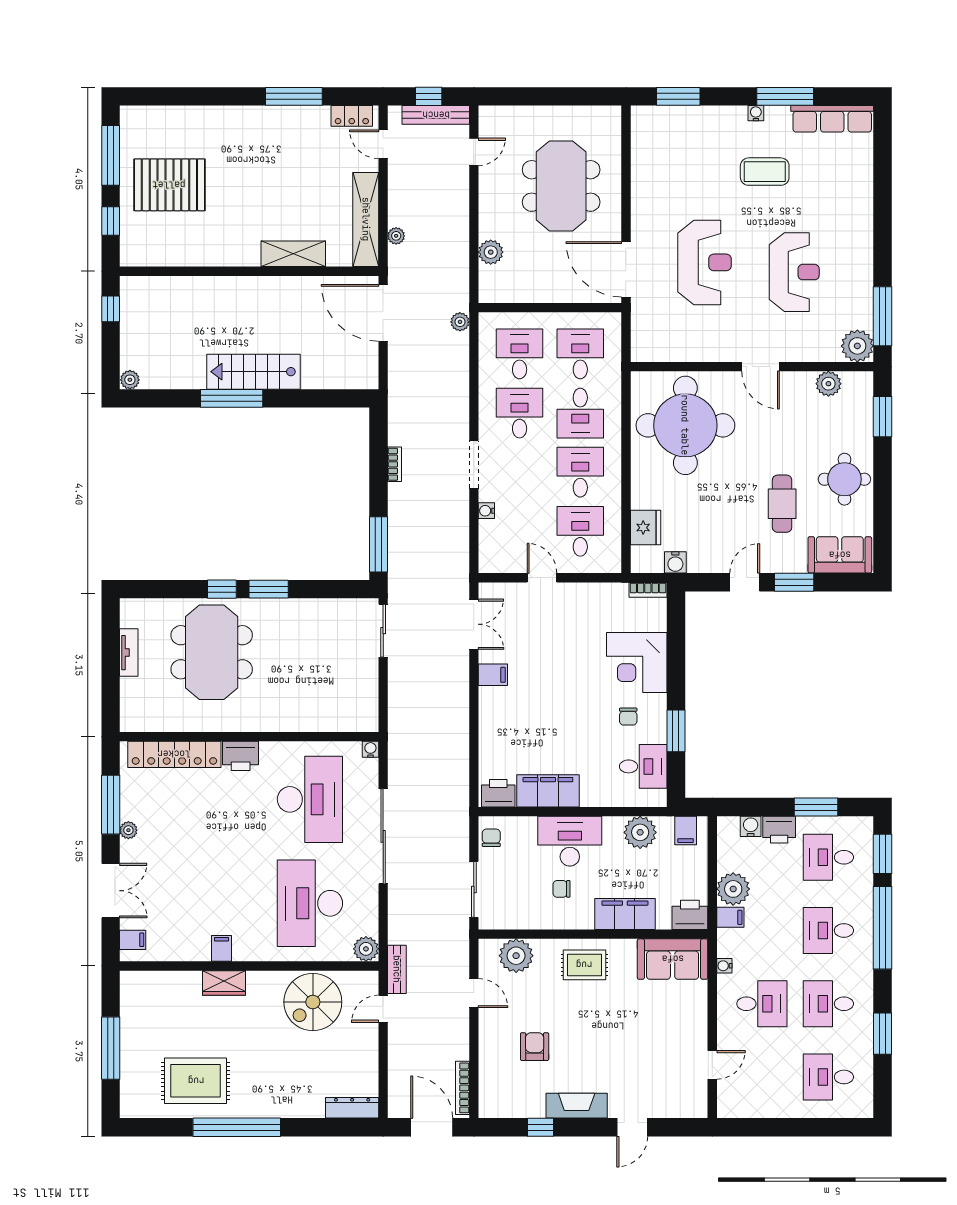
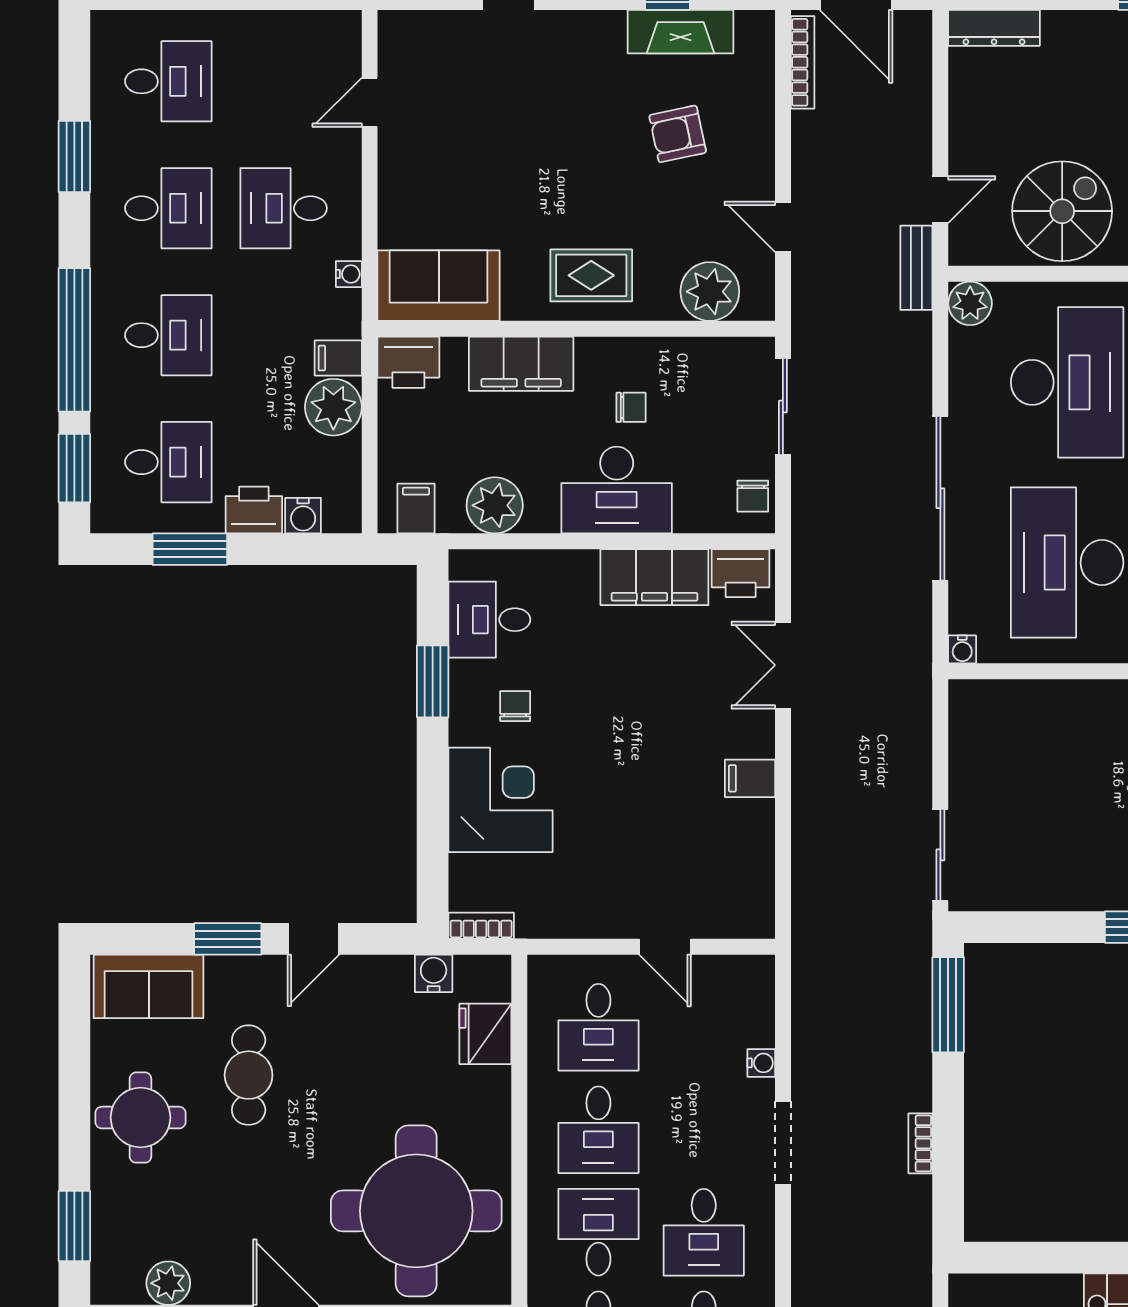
double door: (474, 624) -> (783, 665), moved
armchair: (535, 1047) -> (678, 134), turned 78
fireplace: (577, 1106) -> (681, 32), moved

